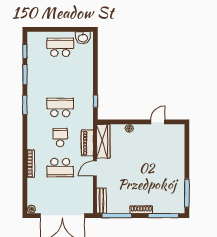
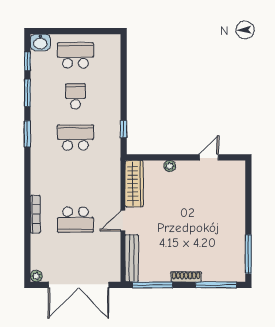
washbasin: (83, 38) -> (40, 42), moved
school desk: (60, 138) -> (75, 96), moved
piano: (87, 143) -> (113, 186), removed
bench: (101, 201) -> (132, 258), width x1.36

